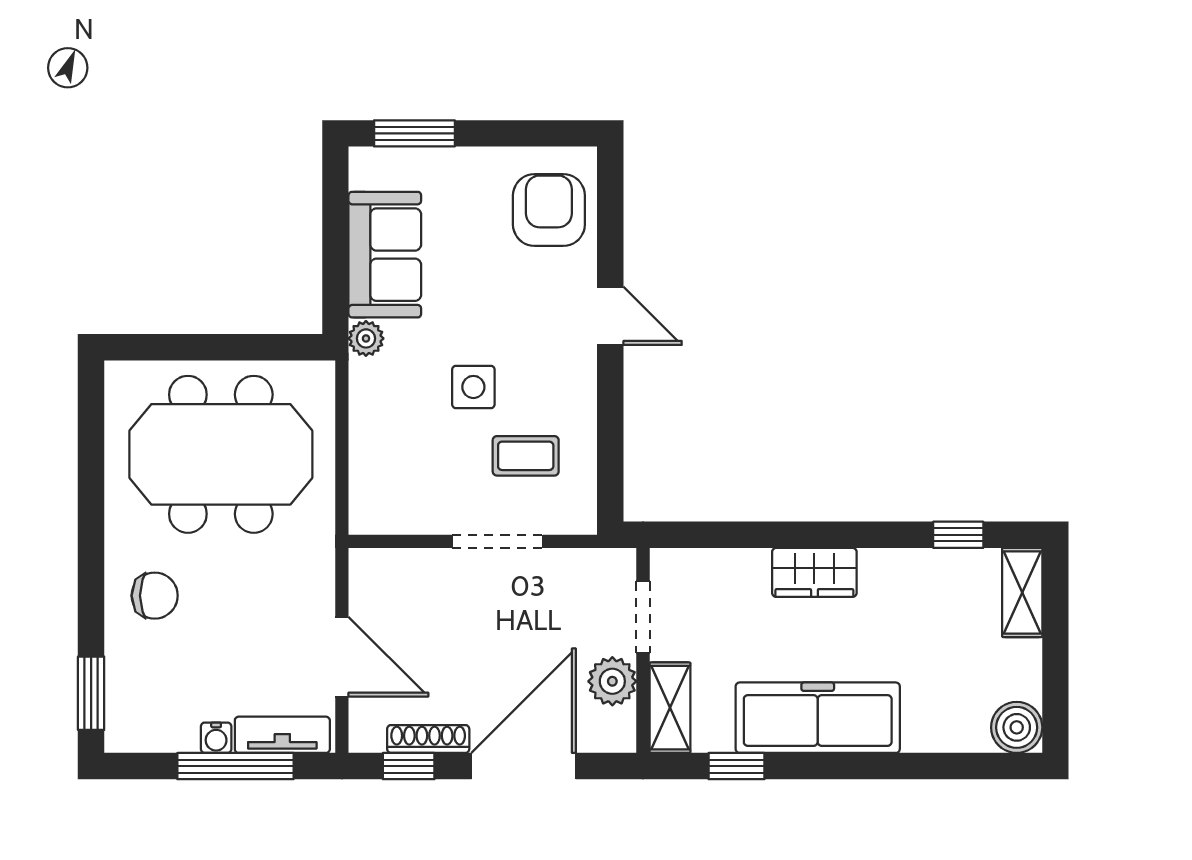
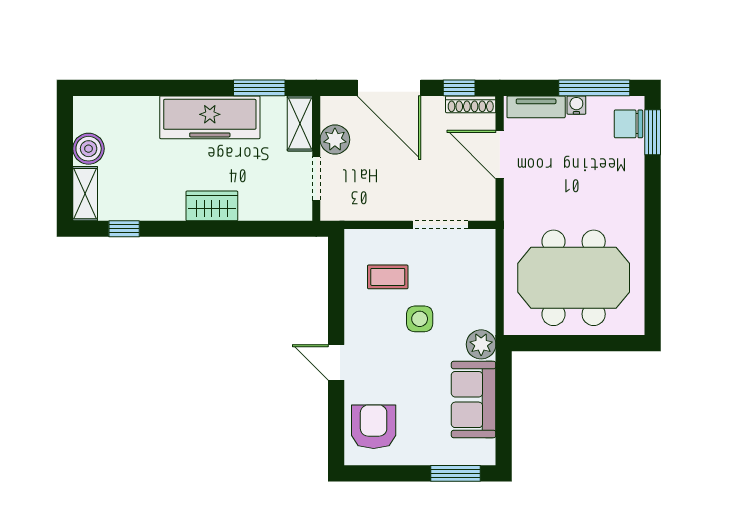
armchair: (549, 210) -> (374, 427), turned 180
plant: (366, 338) -> (481, 344), width x1.38, depth x1.38
doorway: (497, 541) -> (440, 225), moved
chair: (155, 596) -> (628, 124), moved
boiler: (1017, 727) -> (89, 149), moved
shoe rack: (428, 739) -> (471, 104), moved
window: (235, 766) -> (594, 88), moved
door: (524, 766) -> (389, 88), hinge flipped
window: (736, 766) -> (259, 88), width x1.50

